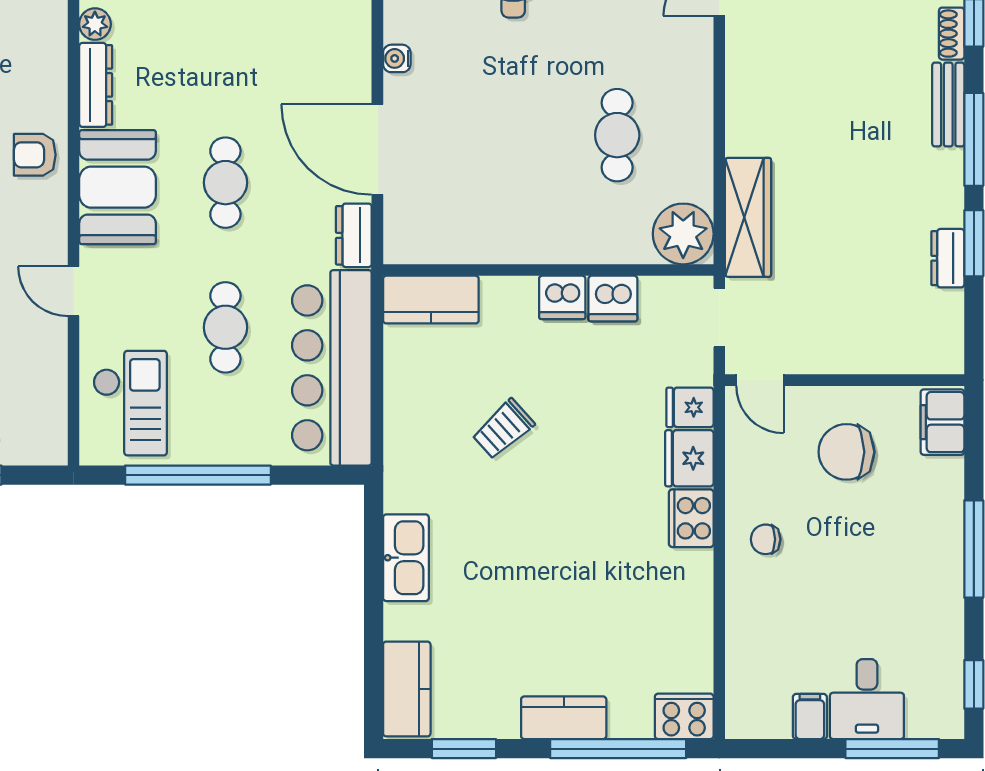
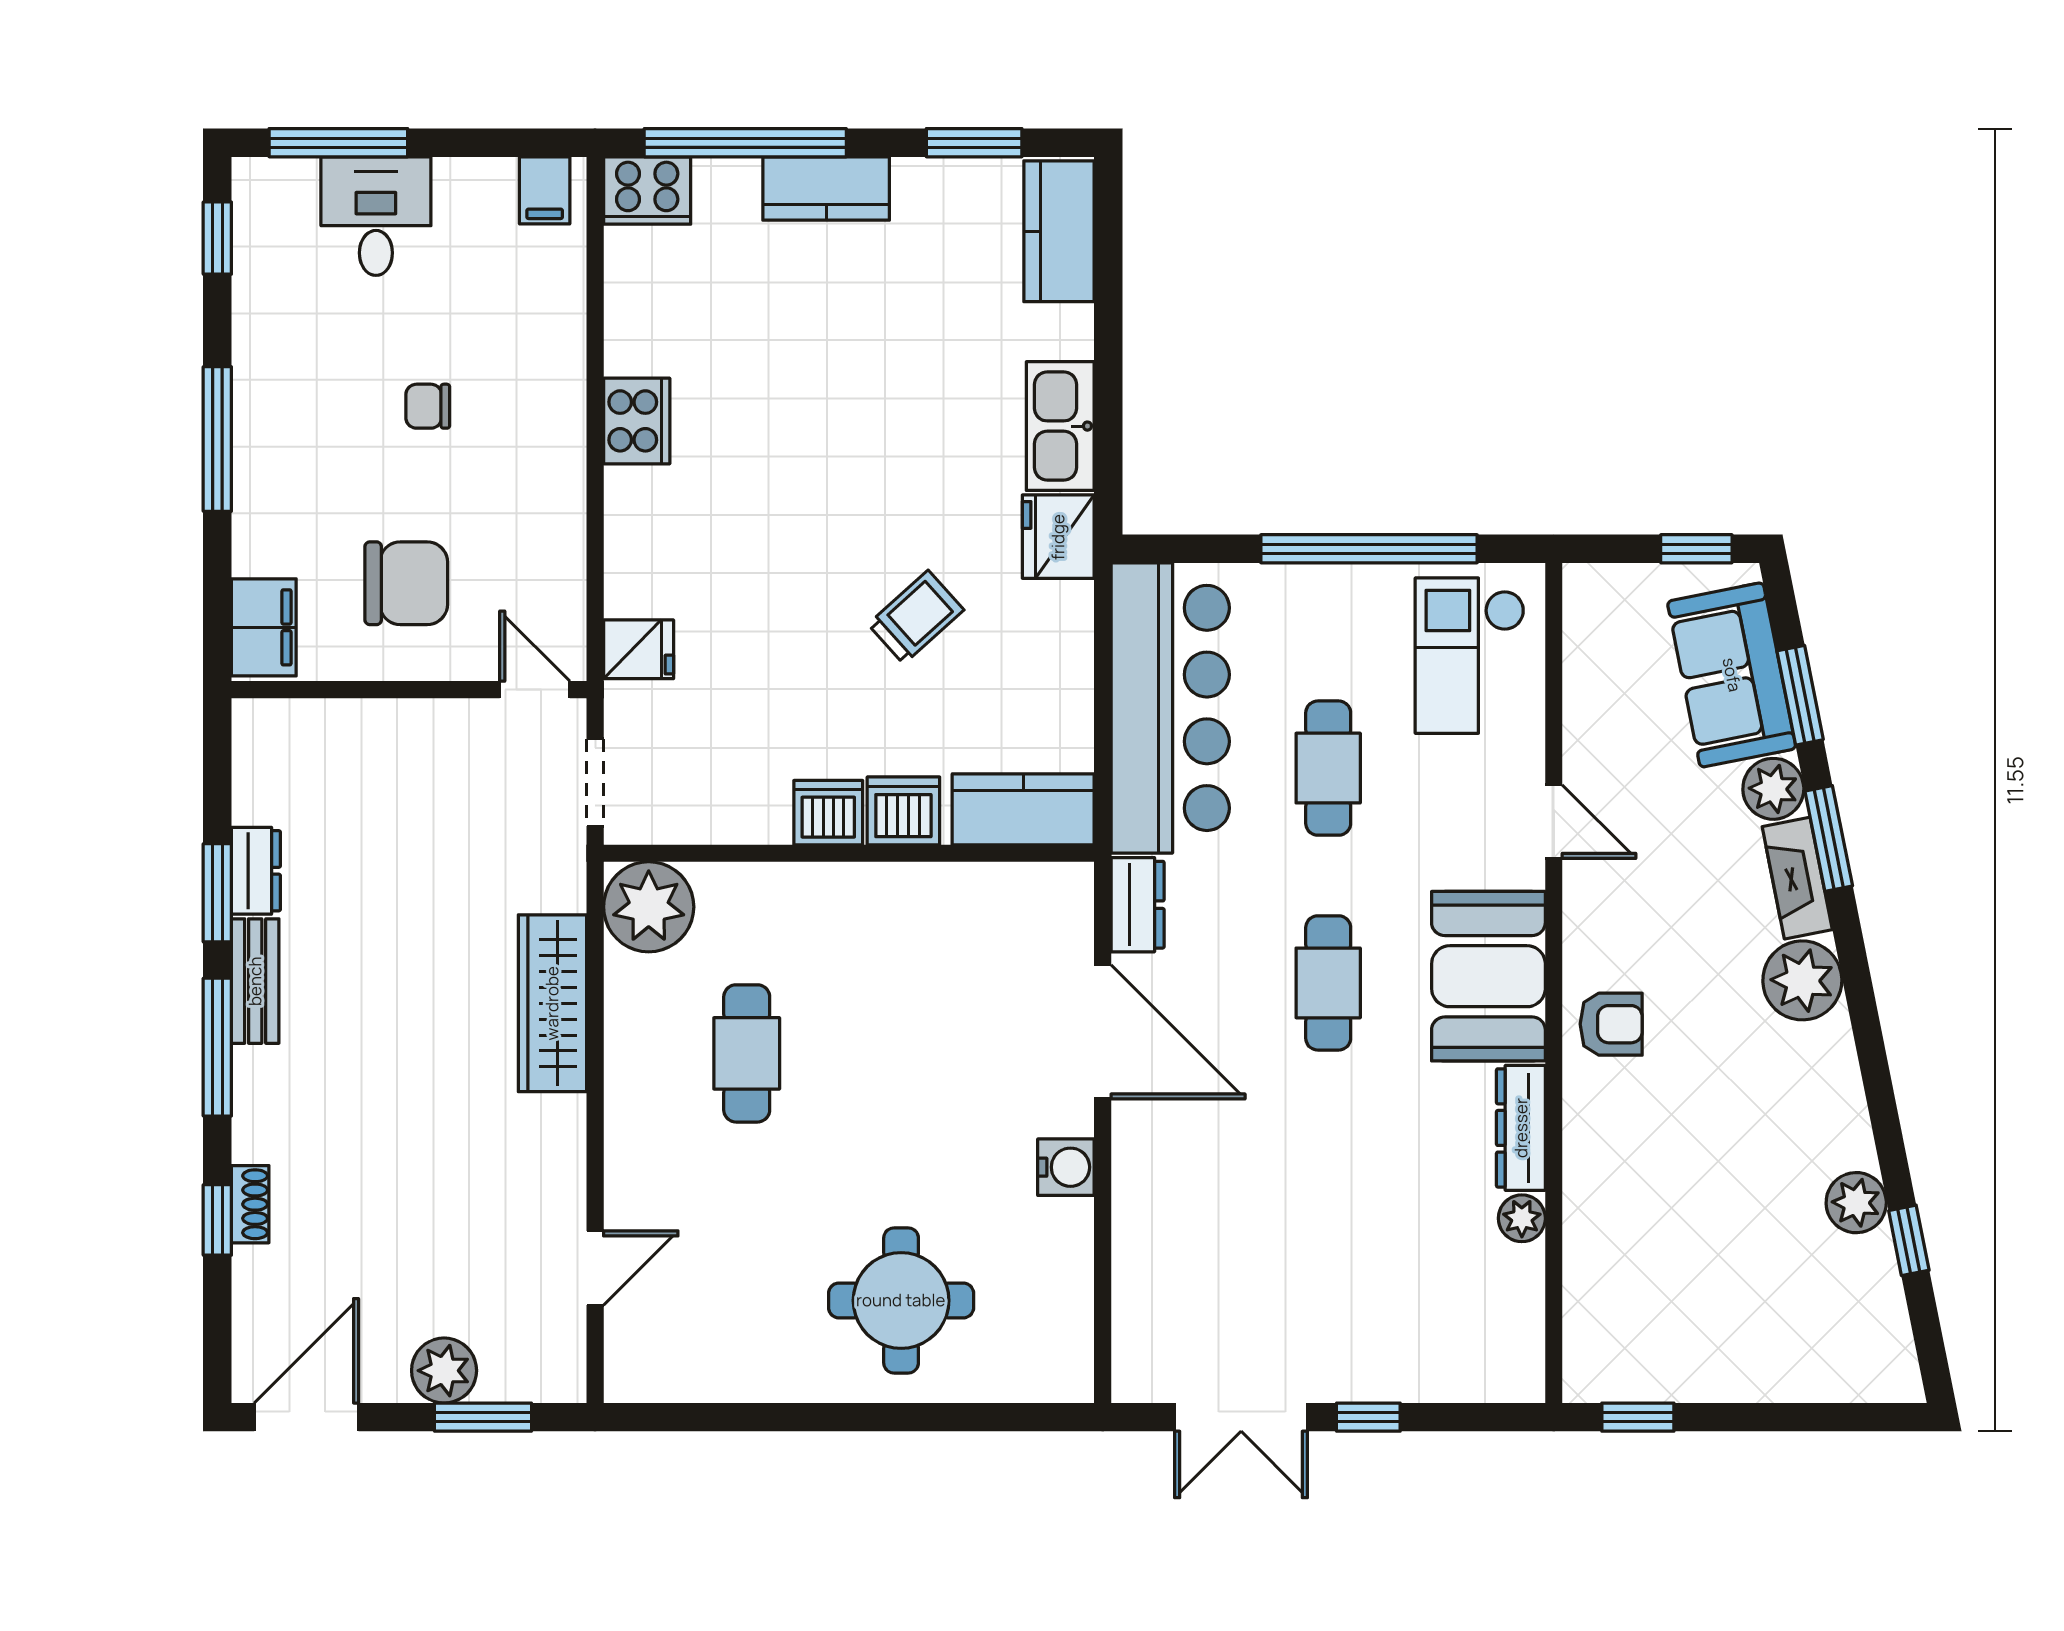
water cooler: (397, 58) -> (1066, 1167), width x1.38, depth x1.38
bench: (948, 105) -> (255, 981), moved
wardrobe: (748, 217) -> (552, 1003), moved
dishwasher: (613, 299) -> (903, 811), moved
fridge: (689, 458) -> (1058, 537), moved, turned 180
cooker: (691, 518) -> (637, 421), moved
chair: (766, 539) -> (428, 406), moved, turned 180
filing cabinet: (810, 717) -> (545, 190), moved

